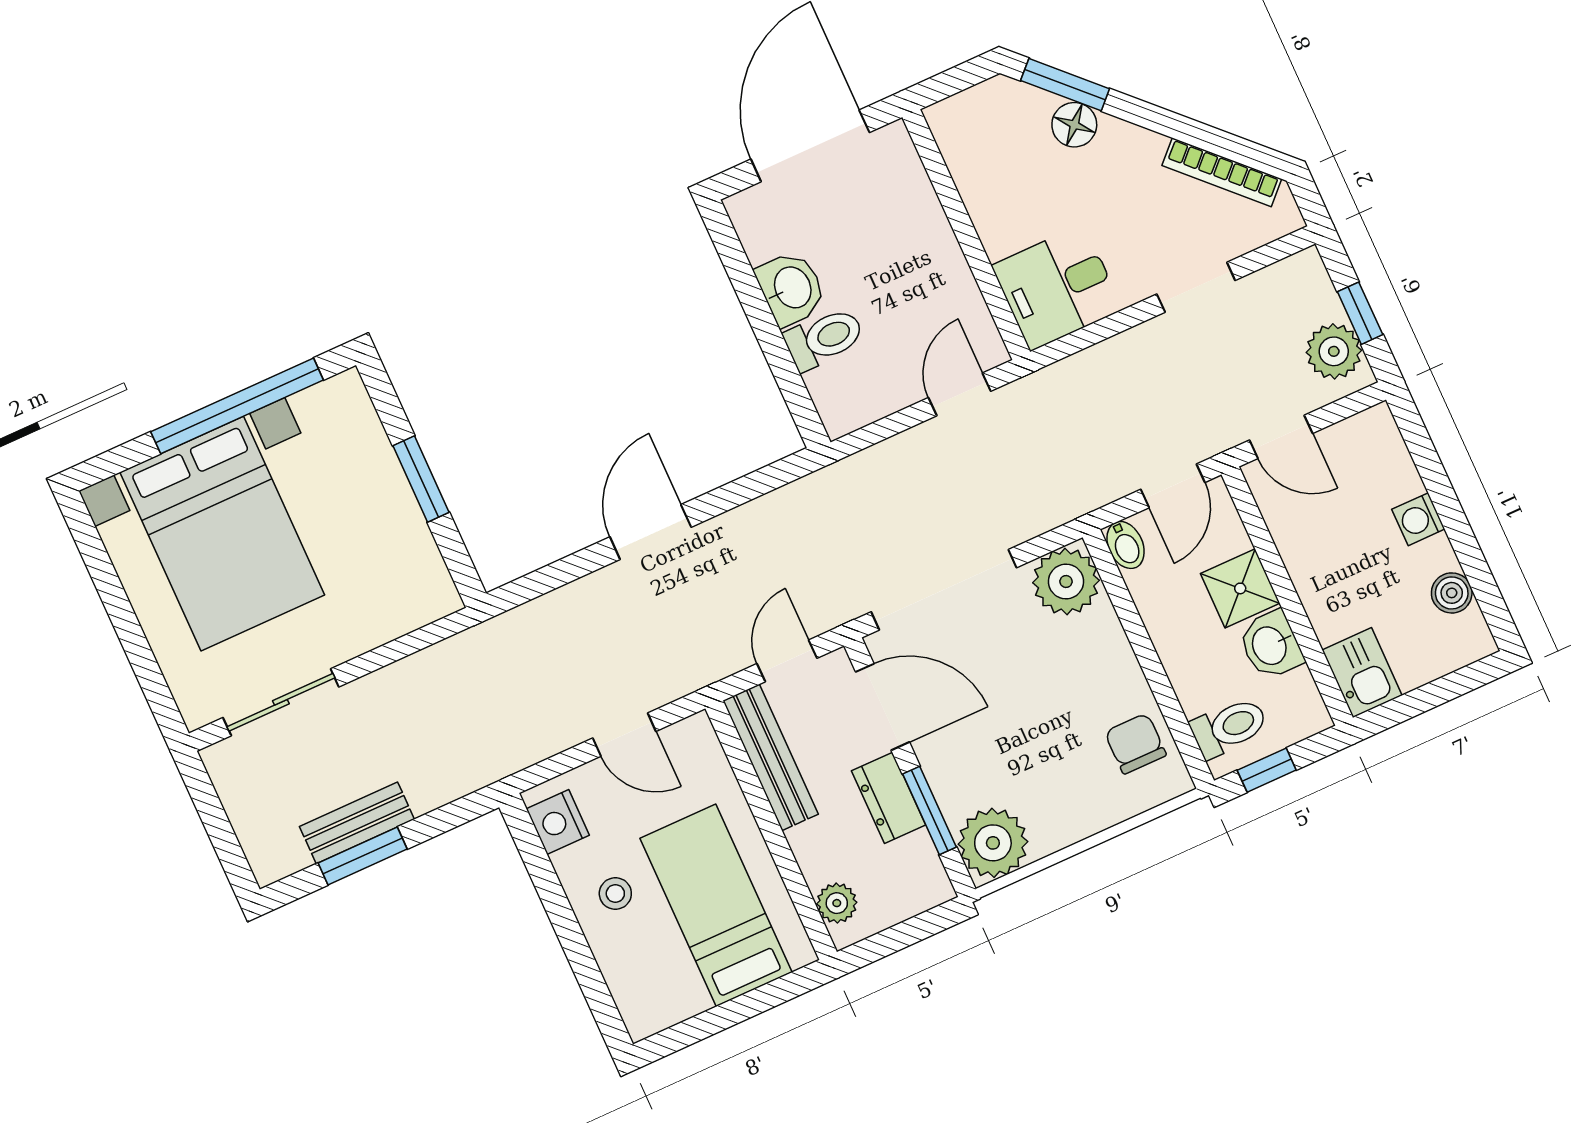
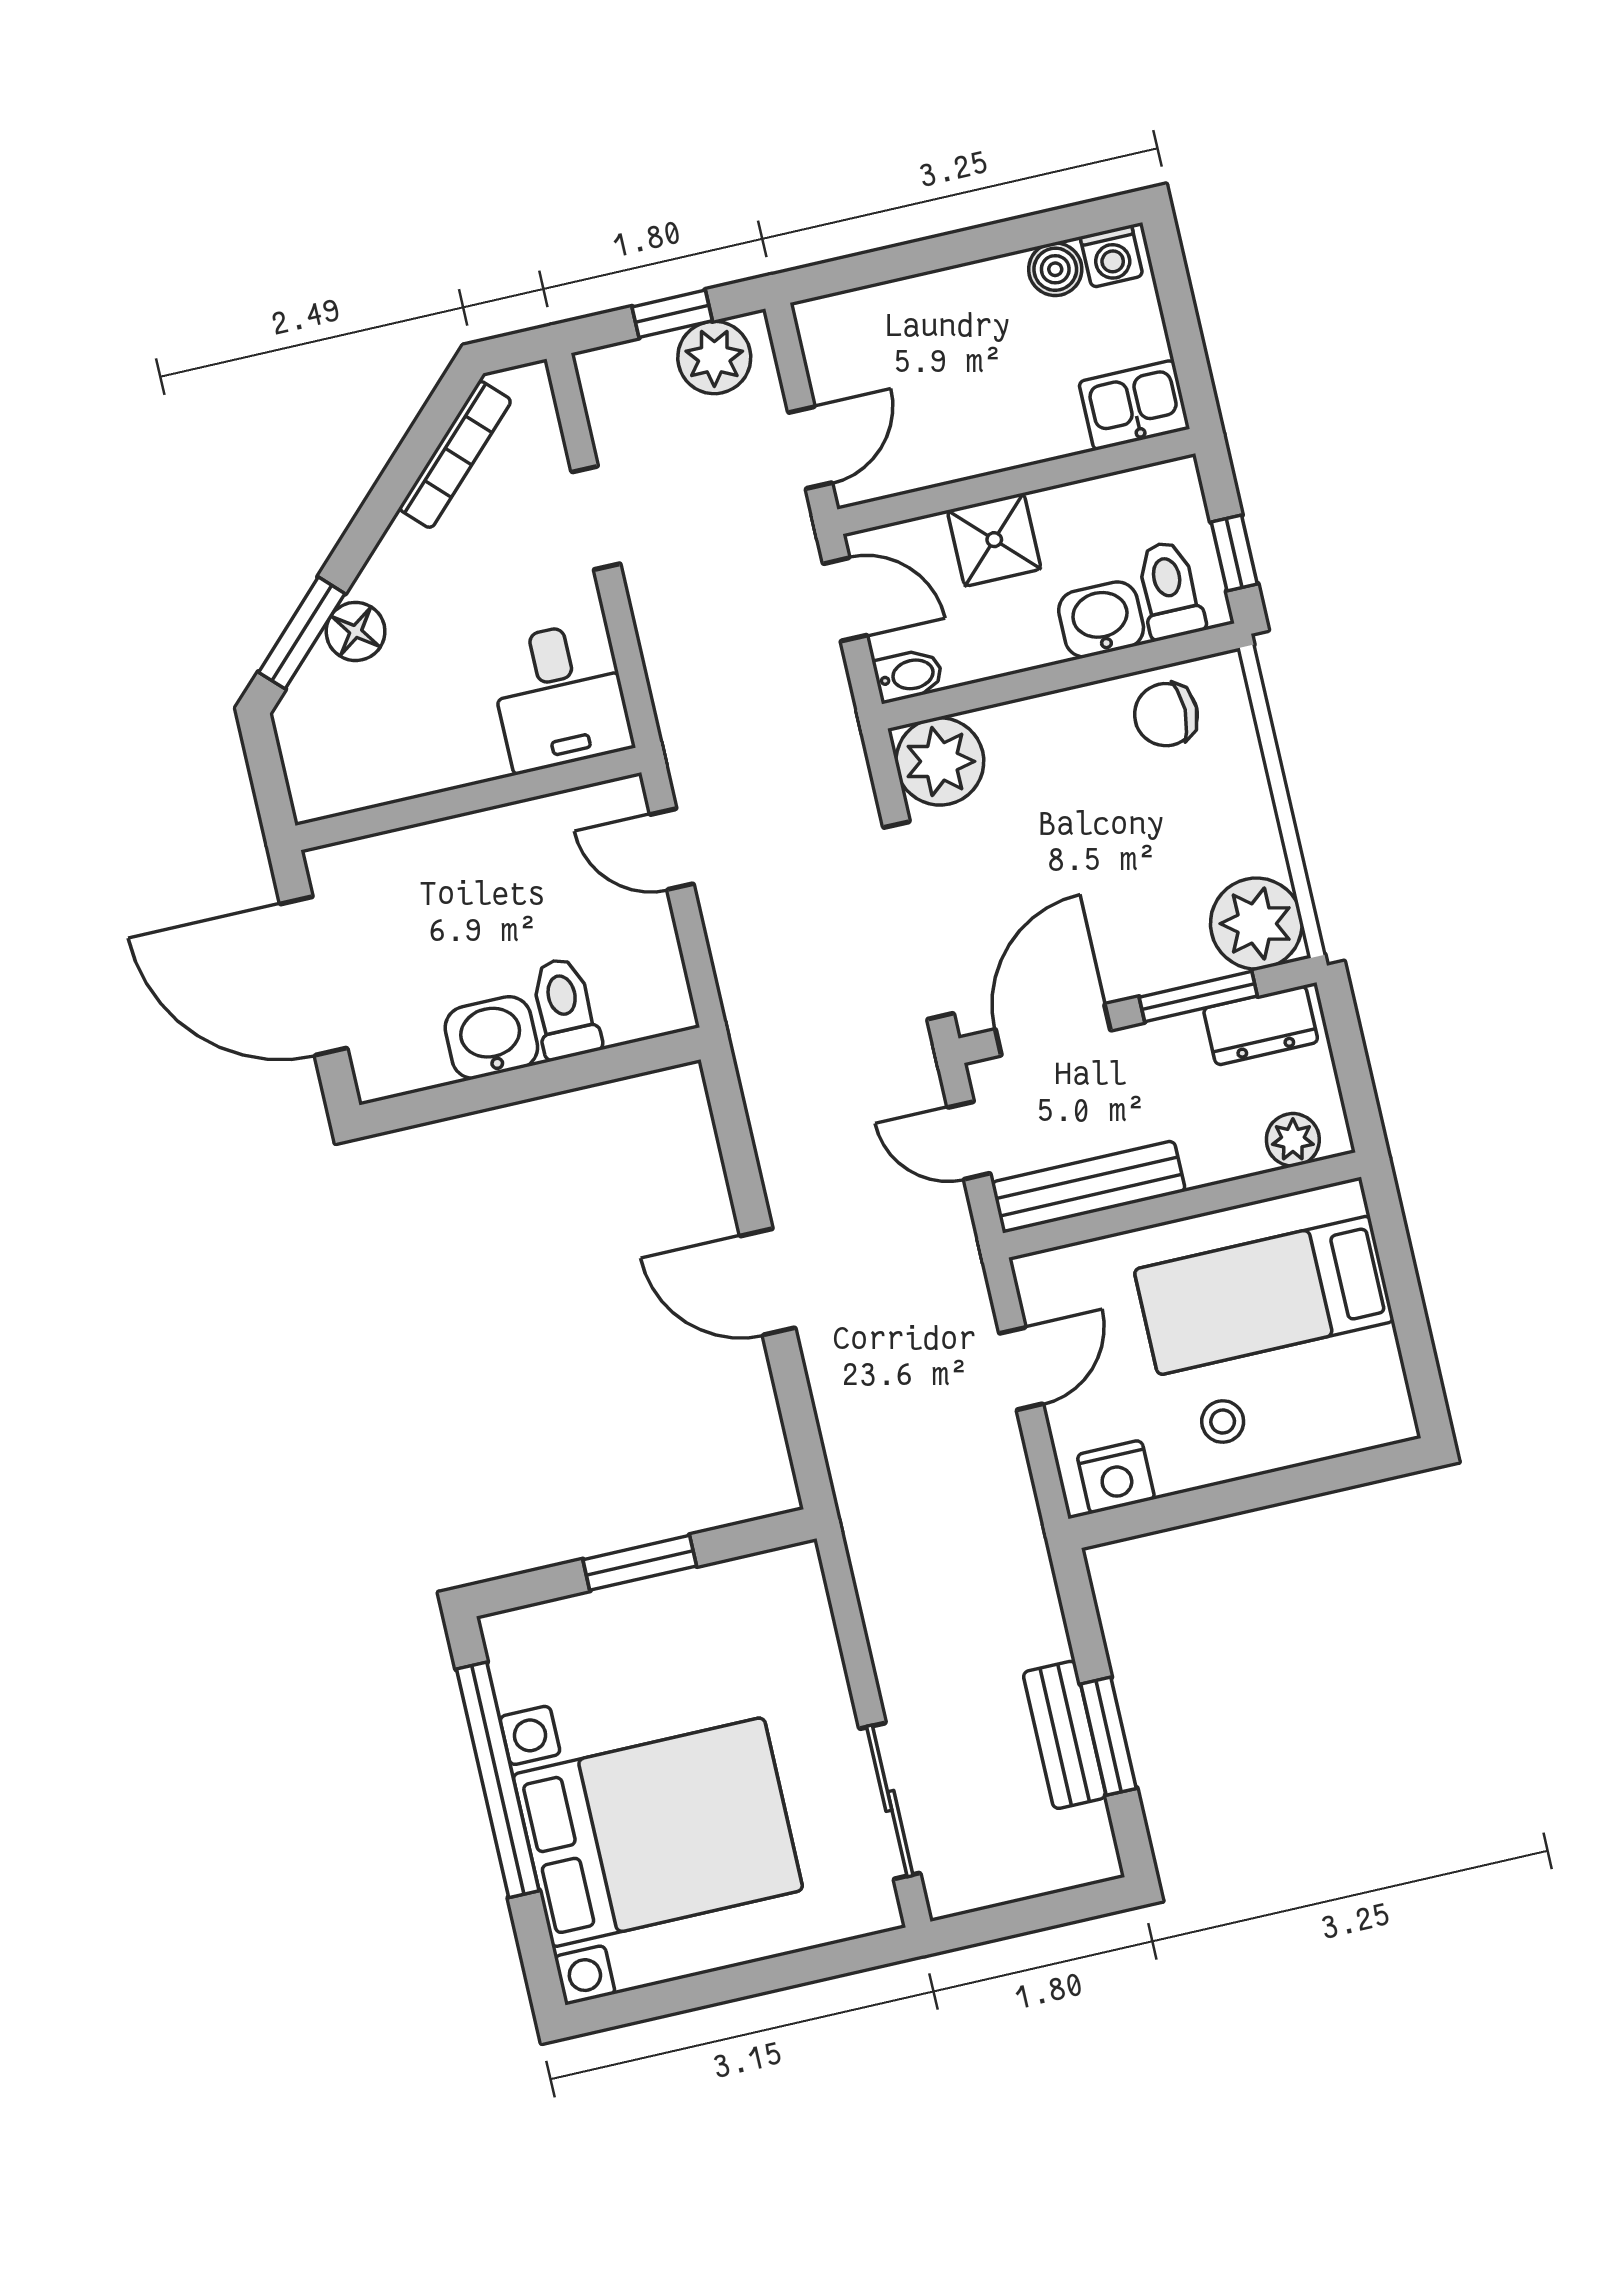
washing machine: (1418, 519) -> (1112, 256), moved
washbasin: (1271, 645) -> (1101, 619), moved, turned 180
dresser: (889, 798) -> (1261, 1025), moved

